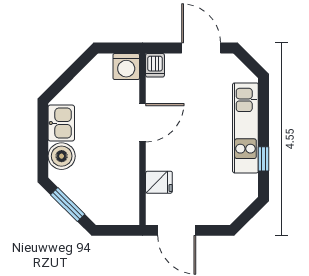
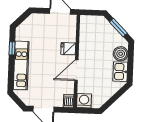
fridge: (159, 182) -> (68, 49), moved

